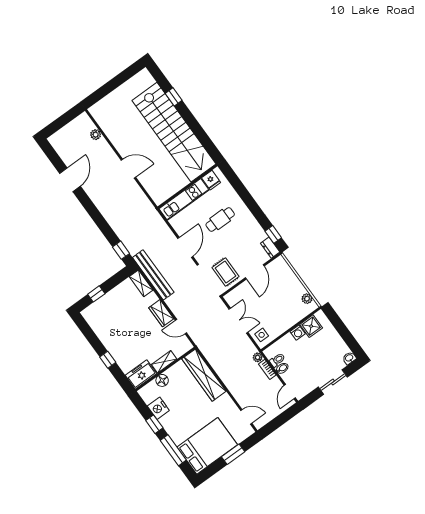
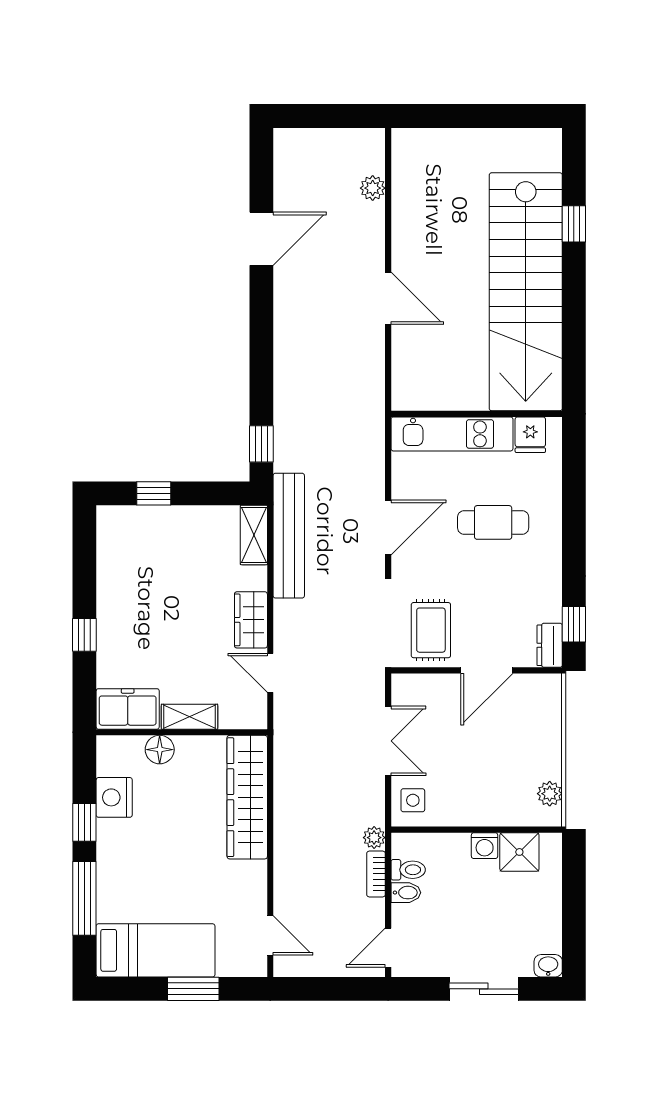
bed: (207, 446) -> (156, 950), width x0.67

